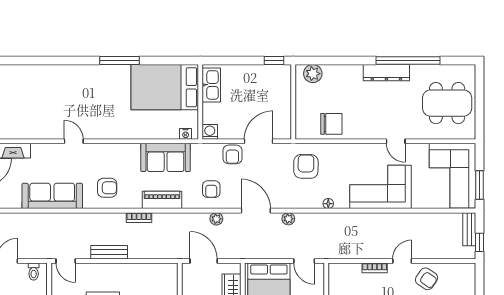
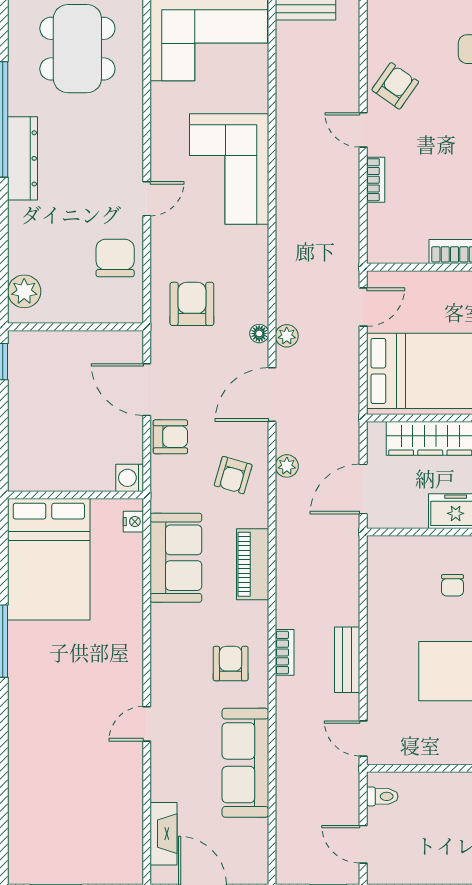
kitchen sink: (211, 85) -> (45, 475), removed
door: (396, 141) -> (147, 199), moved
armchair: (306, 166) -> (192, 304), turned 89
armchair: (211, 189) -> (233, 475), turned 106
floor lamp: (328, 204) -> (259, 334), moved
bookcase: (139, 218) -> (285, 652), moved
door: (66, 261) -> (363, 738), swing flipped

